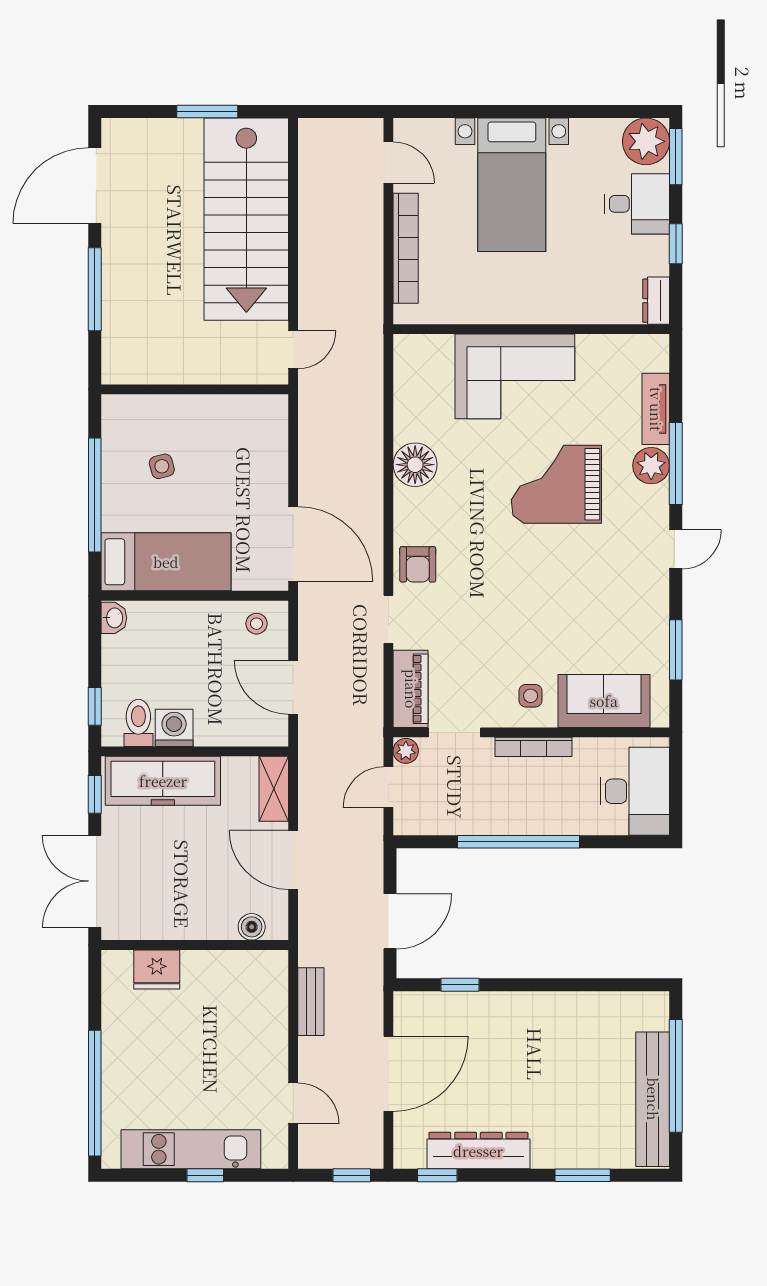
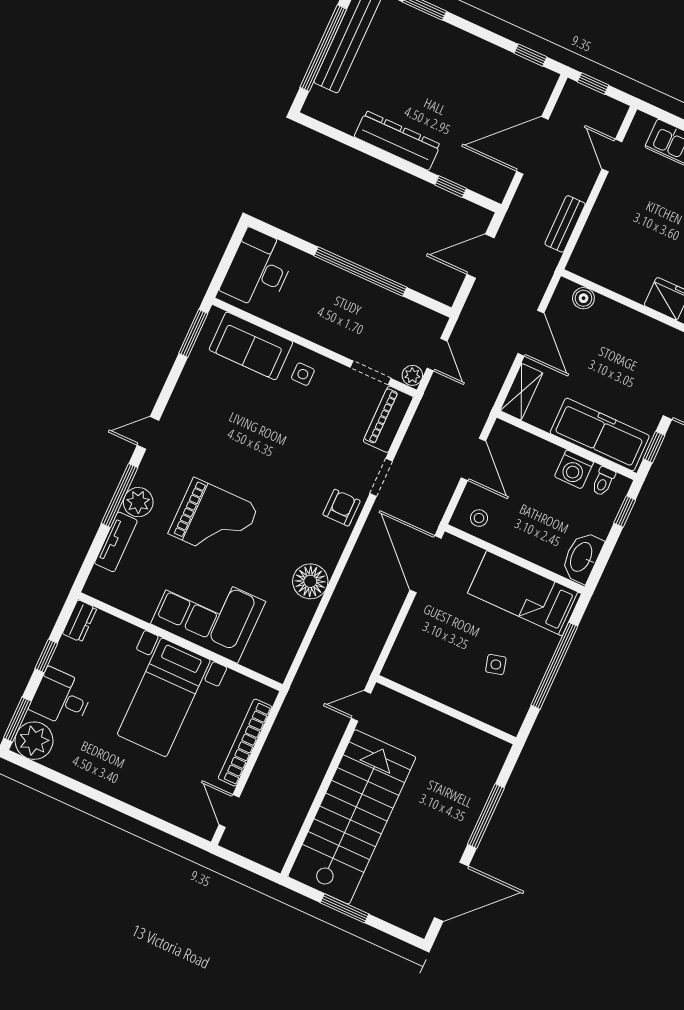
bed with nightstands: (512, 185) -> (164, 697), moved, turned 180
washbasin: (114, 618) -> (582, 557), width x1.91, depth x1.45
window: (676, 650) -> (193, 333), moved
toilet: (138, 723) -> (603, 481), width x0.73, depth x0.72
bookcase: (534, 747) -> (318, 336), removed
door: (388, 787) -> (437, 355), hinge flipped
dresser: (478, 1151) -> (397, 141), moved, turned 180

